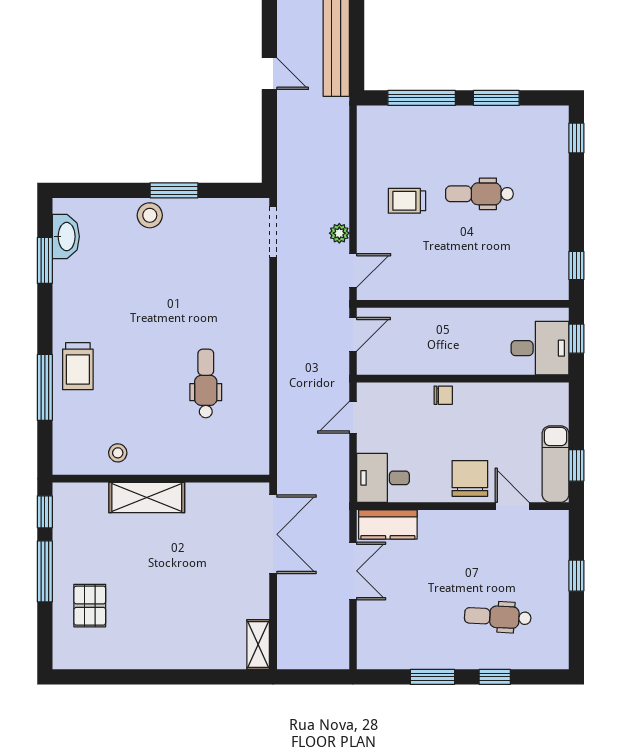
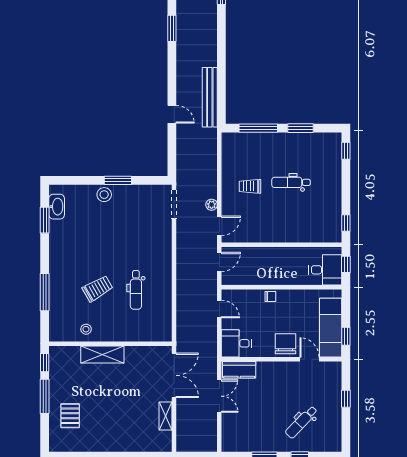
trolley: (78, 366) -> (98, 289), moved, turned -120
dental chair: (206, 384) -> (136, 290), turned 180
door: (353, 417) -> (219, 309), swing flipped
exam couch: (555, 464) -> (331, 328), width x1.36, depth x1.45
dental chair: (498, 617) -> (301, 422), turned -49
shelving: (258, 645) -> (166, 416), moved

